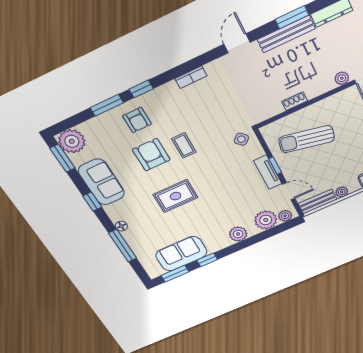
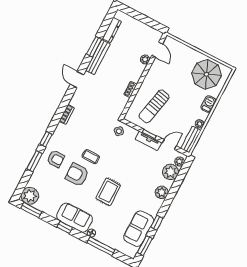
sofa: (101, 182) -> (75, 218), moved

